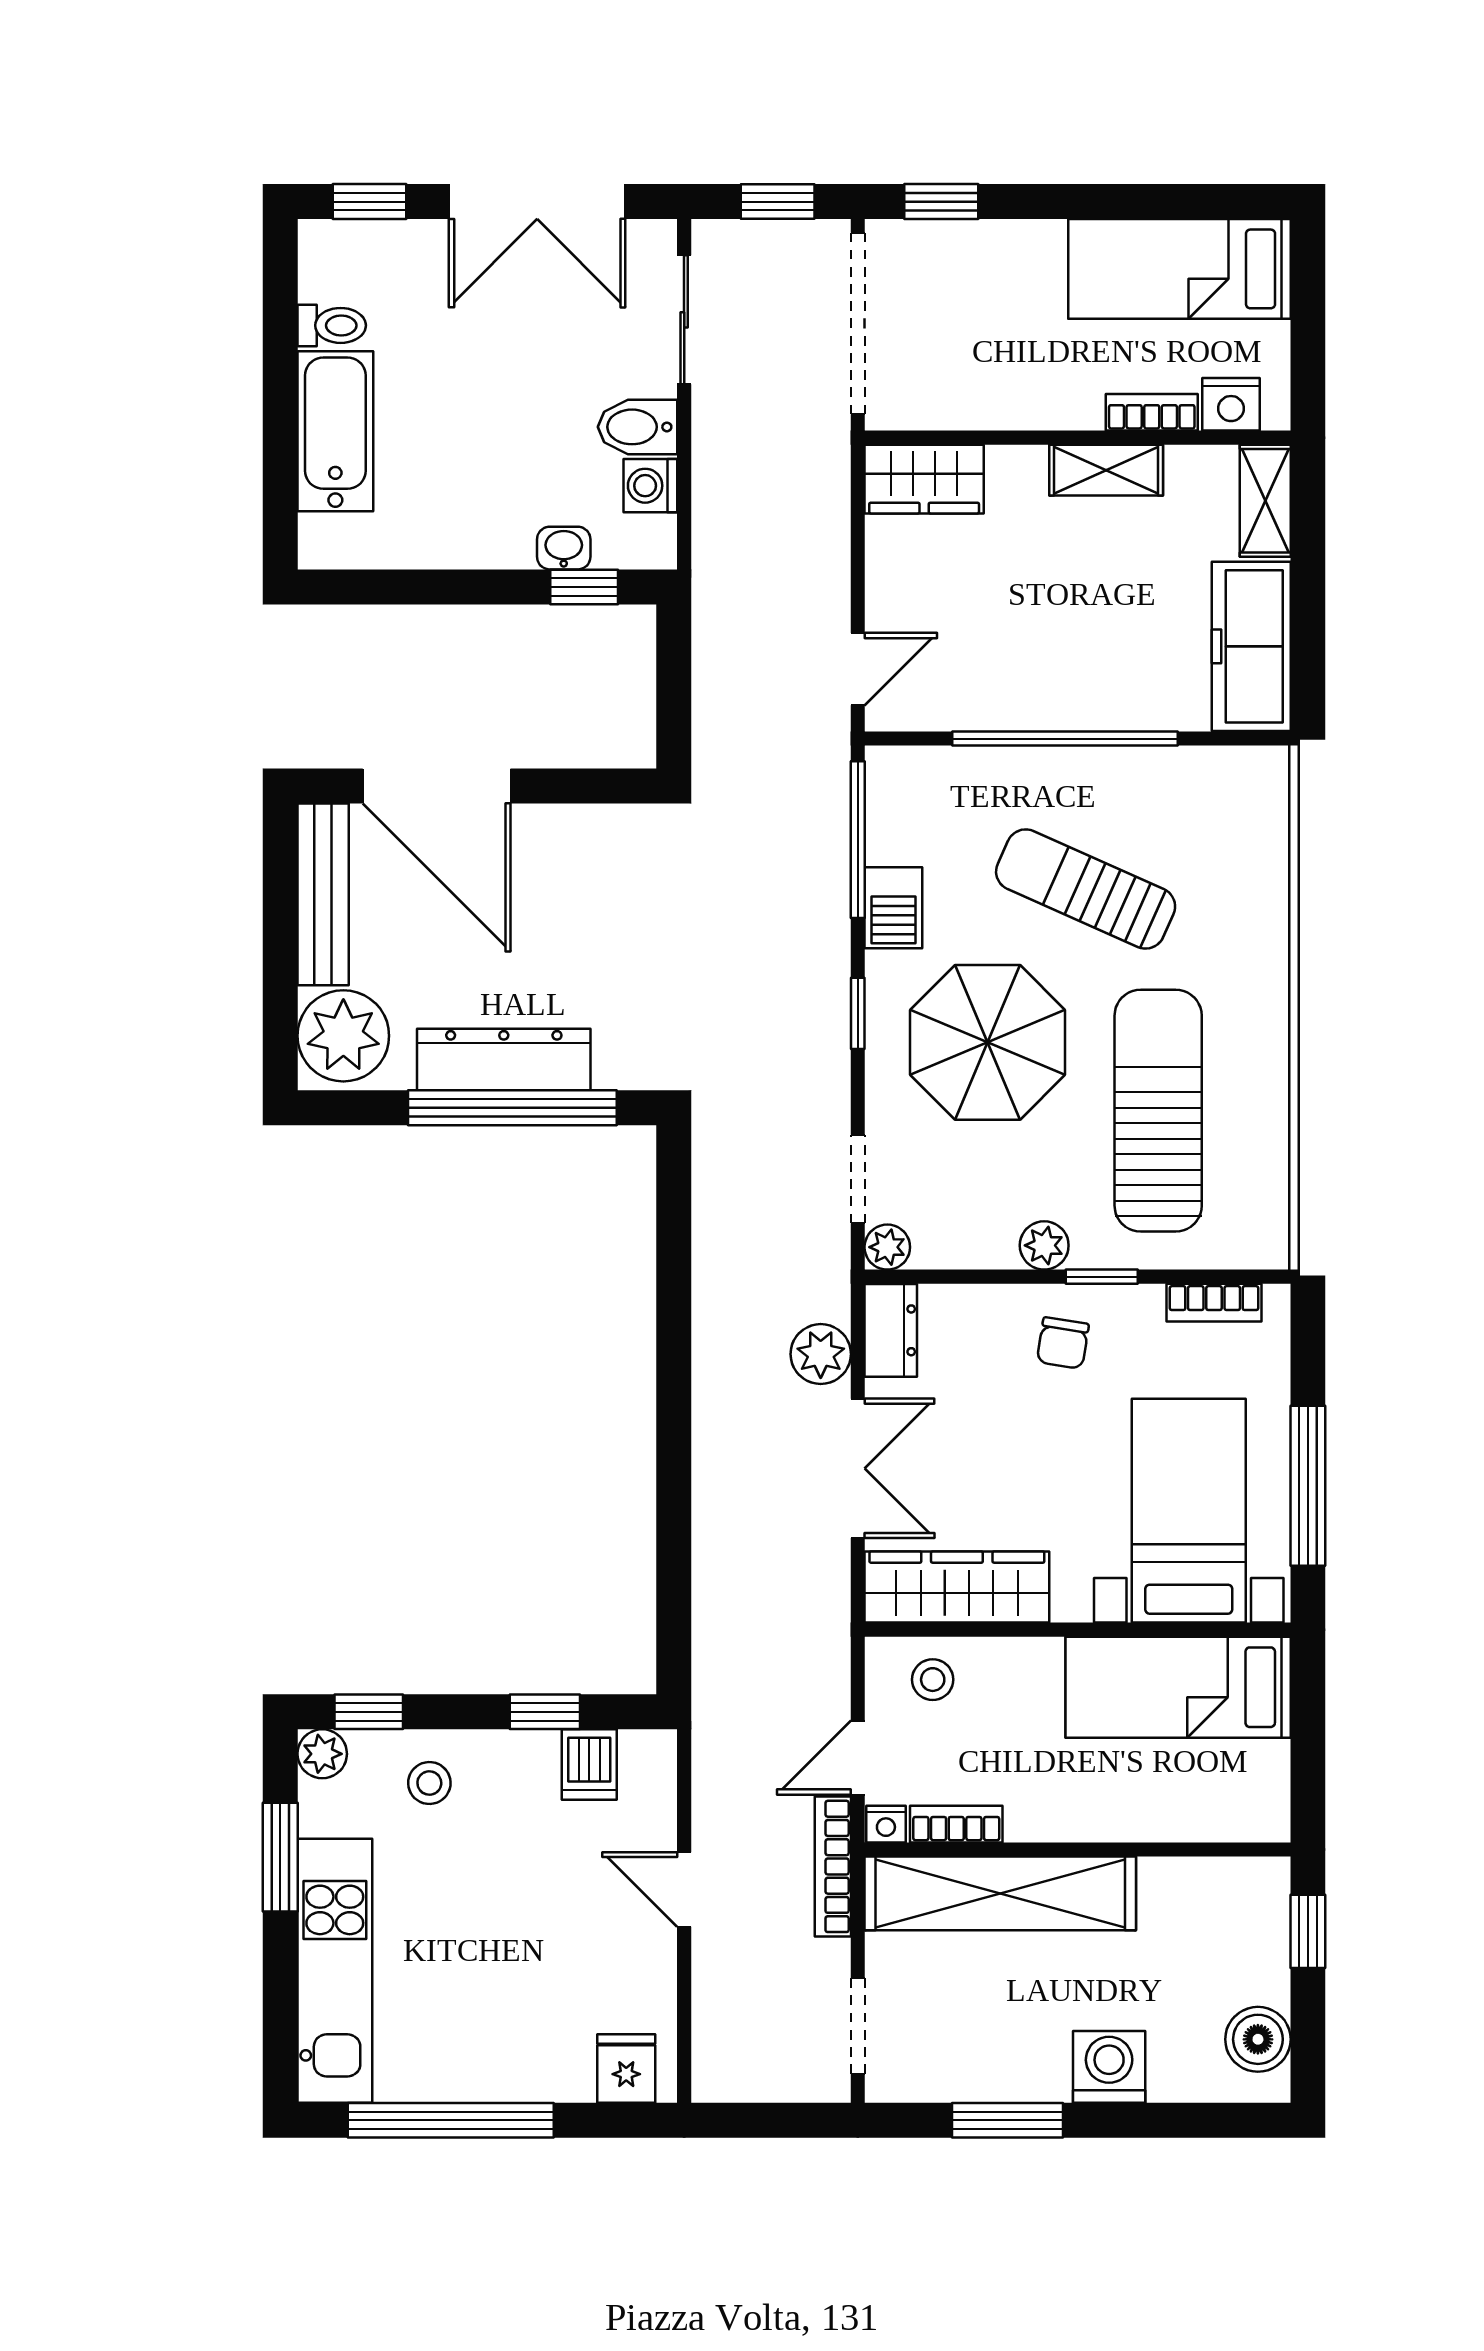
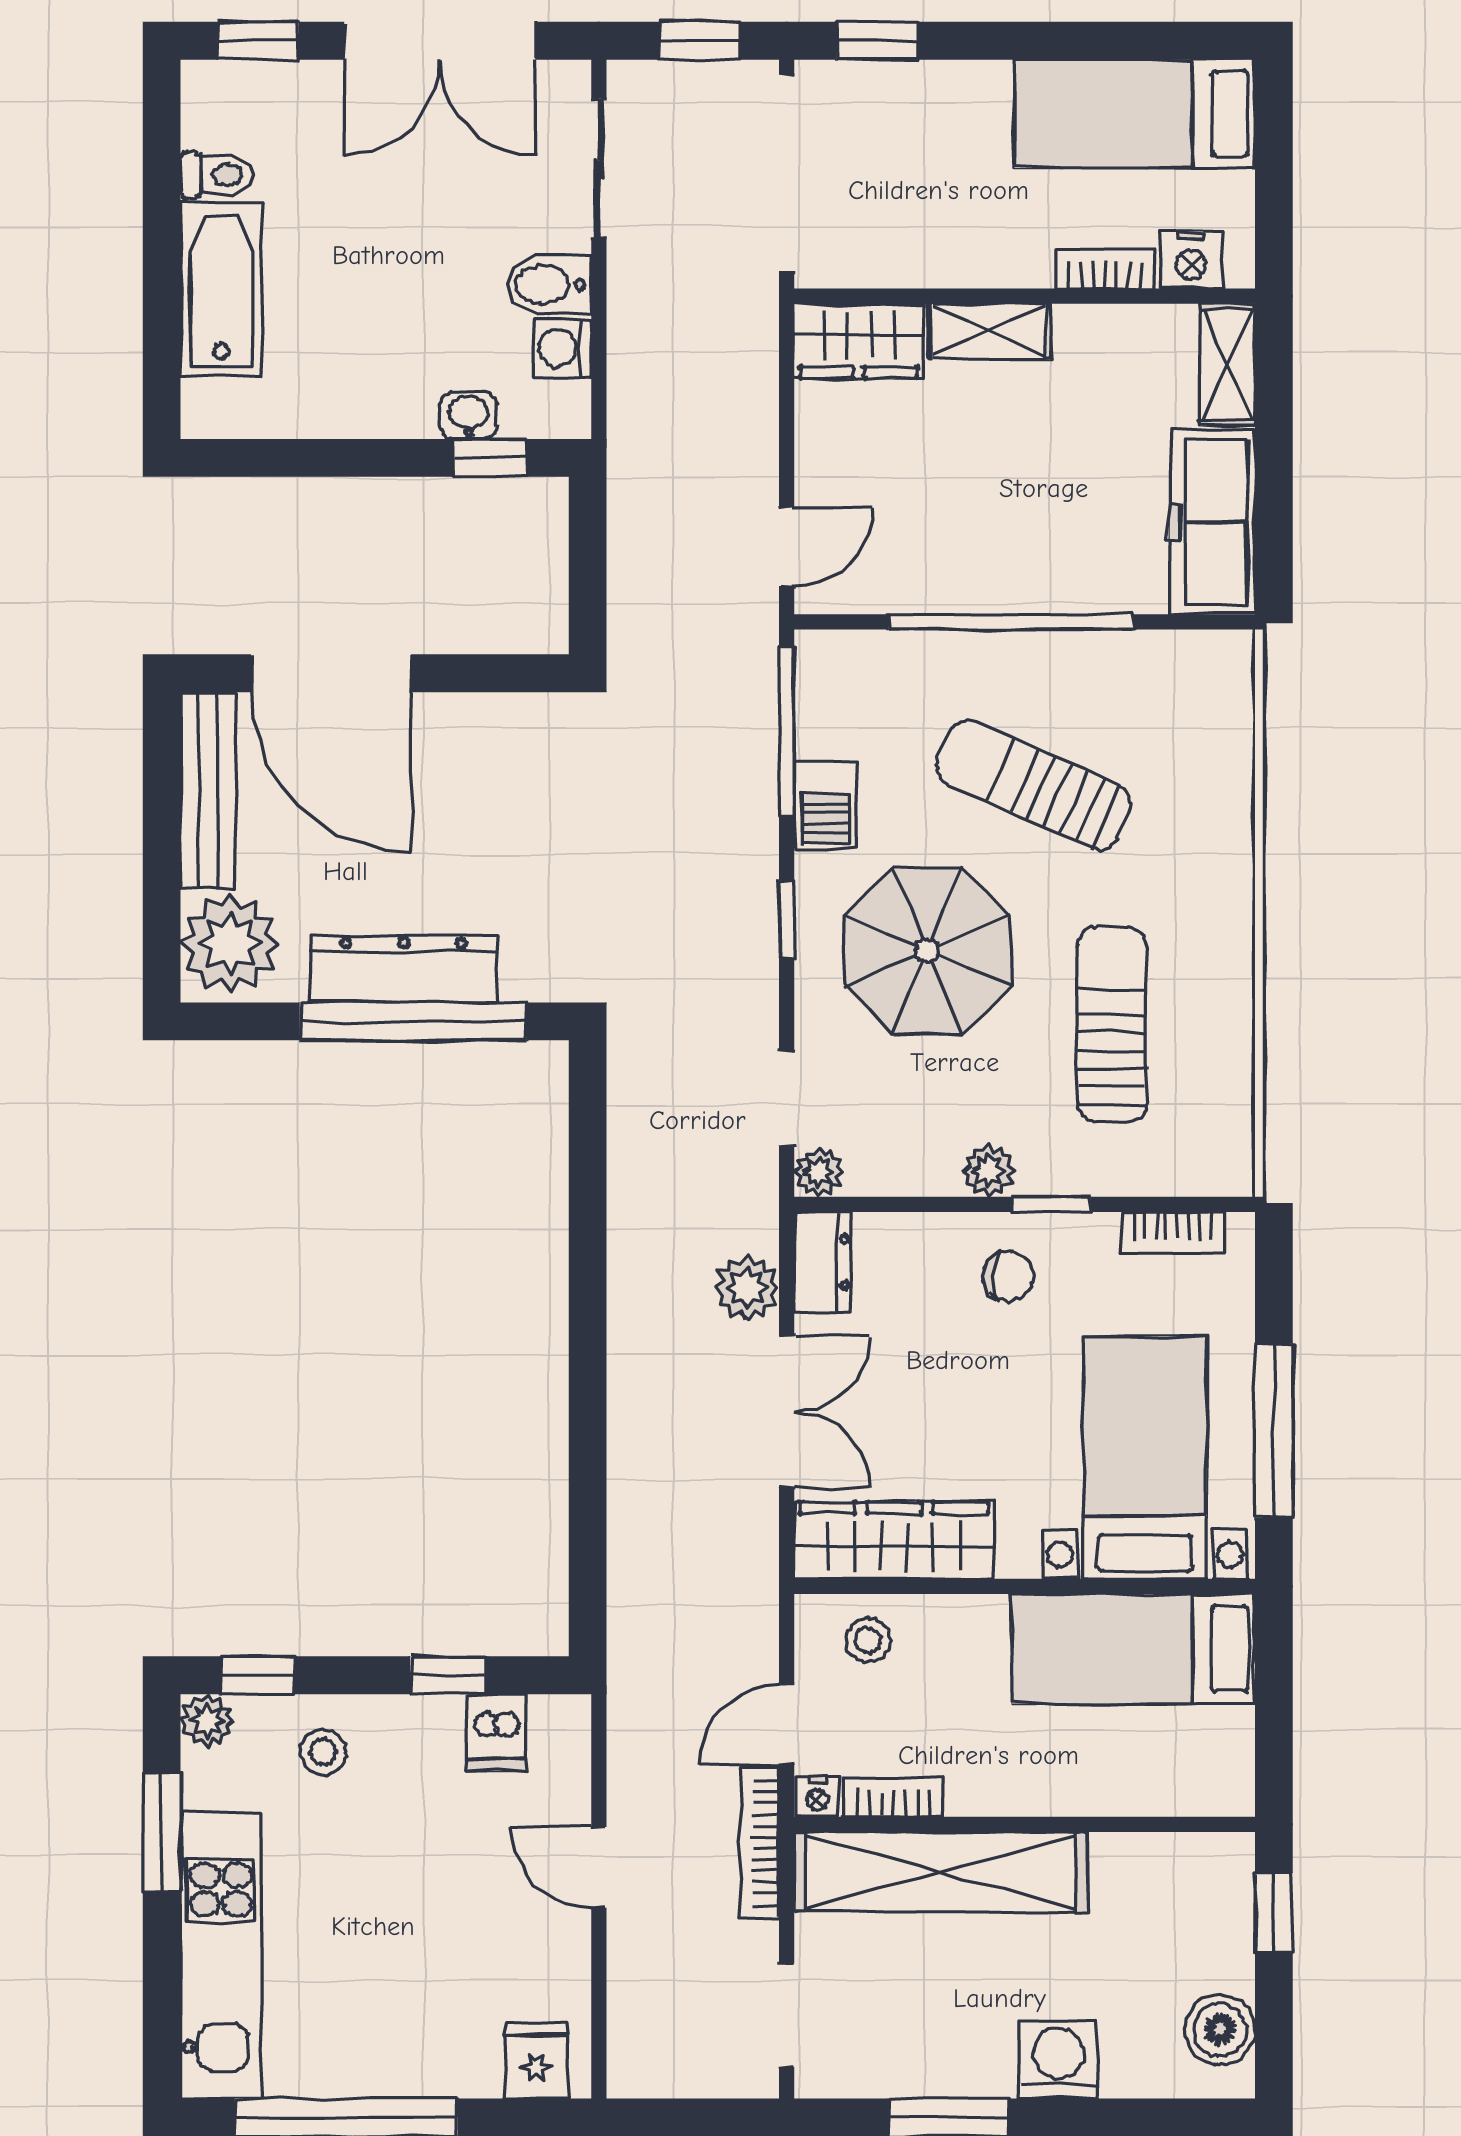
shelving: (1106, 470) -> (989, 331), moved
sun lounger: (1158, 1111) -> (1112, 1025), width x0.73, depth x0.75
chair: (1063, 1343) -> (1009, 1276), turned -99

